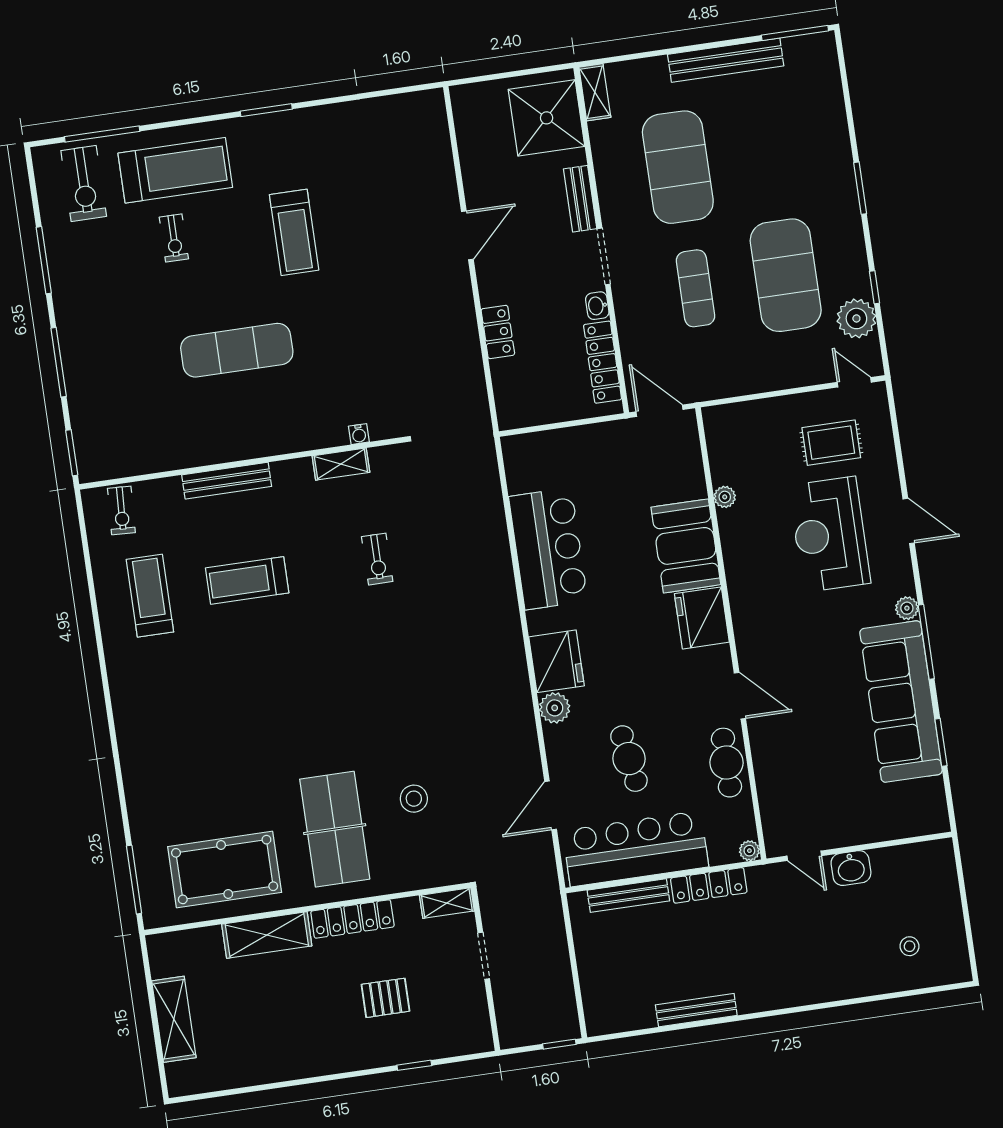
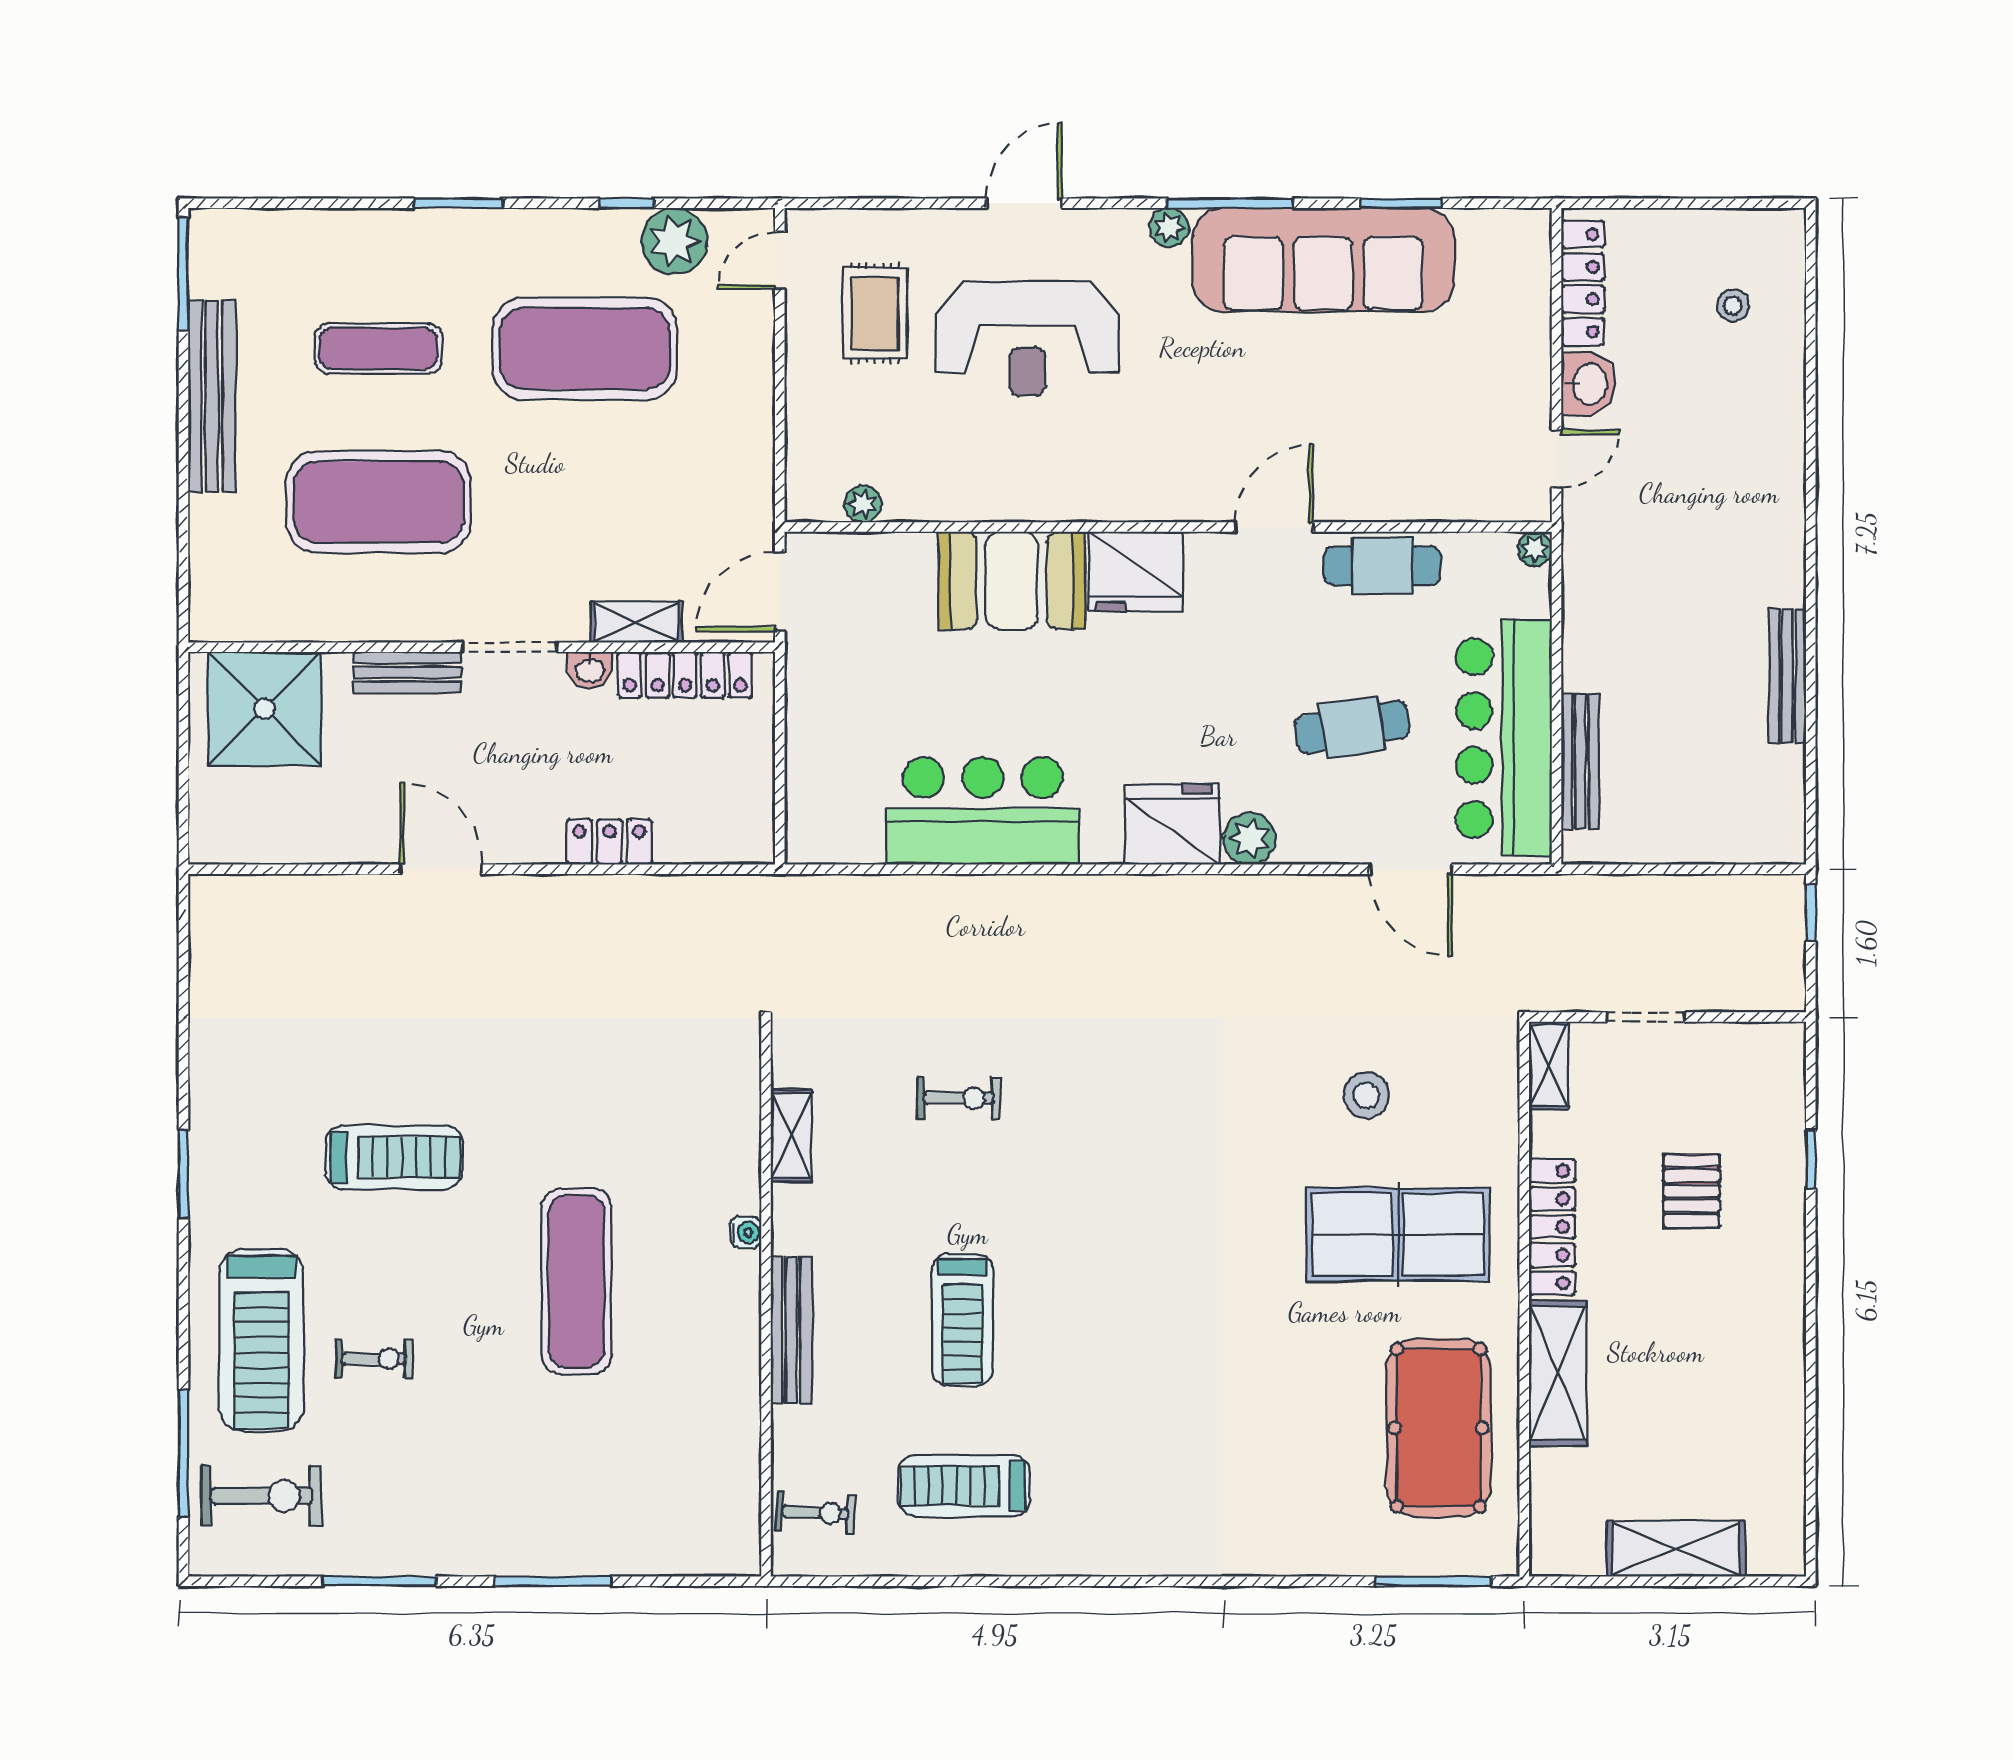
shelving: (595, 92) -> (636, 622), moved
treadmill: (175, 170) -> (262, 1340), turned 180
exercise mat: (696, 288) -> (378, 349), moved
water cooler: (359, 434) -> (746, 1232), moved
window: (72, 453) -> (707, 1581), removed
plant: (725, 497) -> (863, 504), moved
locker: (709, 885) -> (1583, 283), moved

